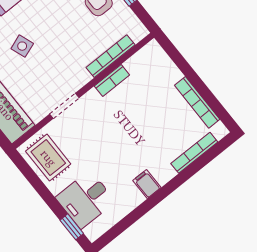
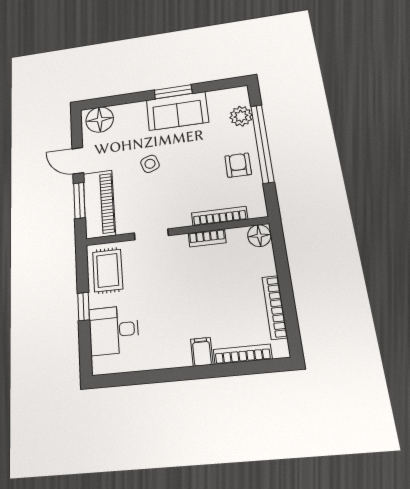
floor lamp: (152, 53) -> (259, 236), added
filing cabinet: (147, 184) -> (202, 352), moved
window: (72, 227) -> (84, 306), moved

